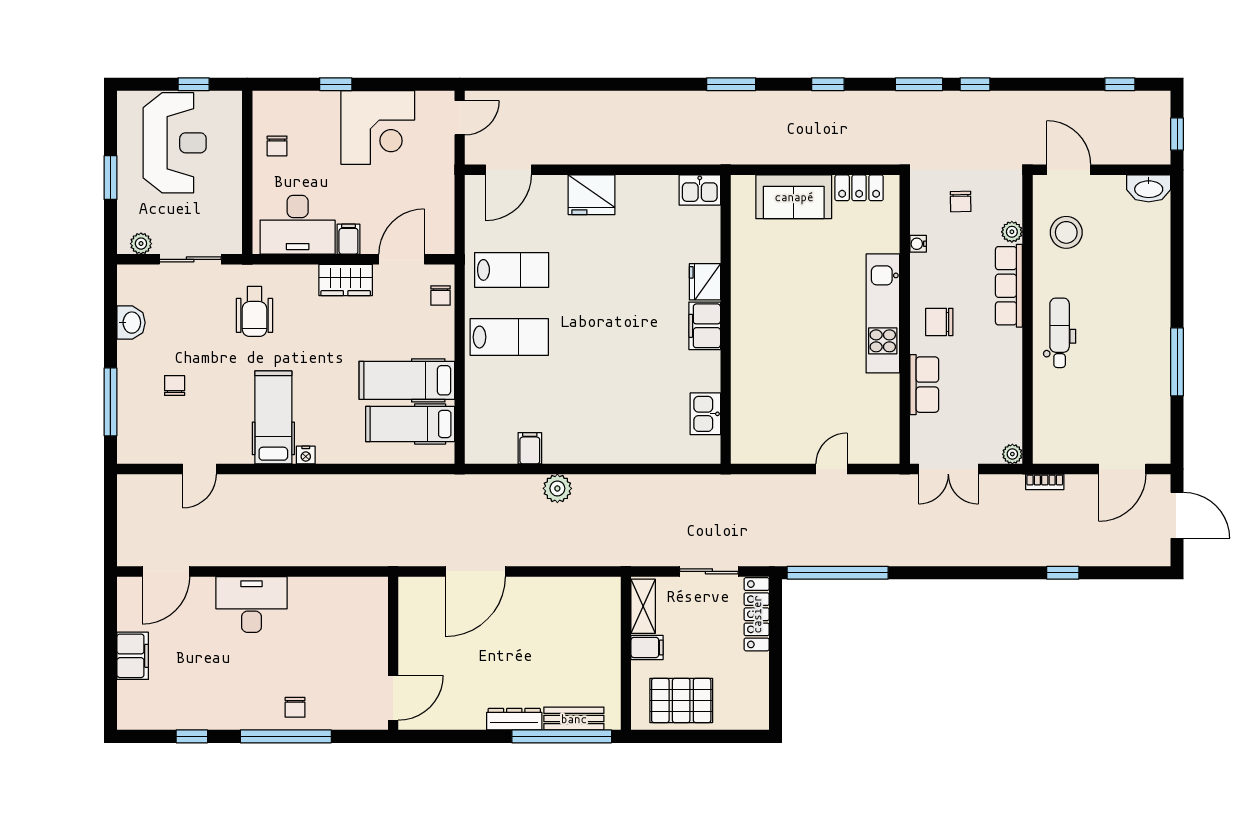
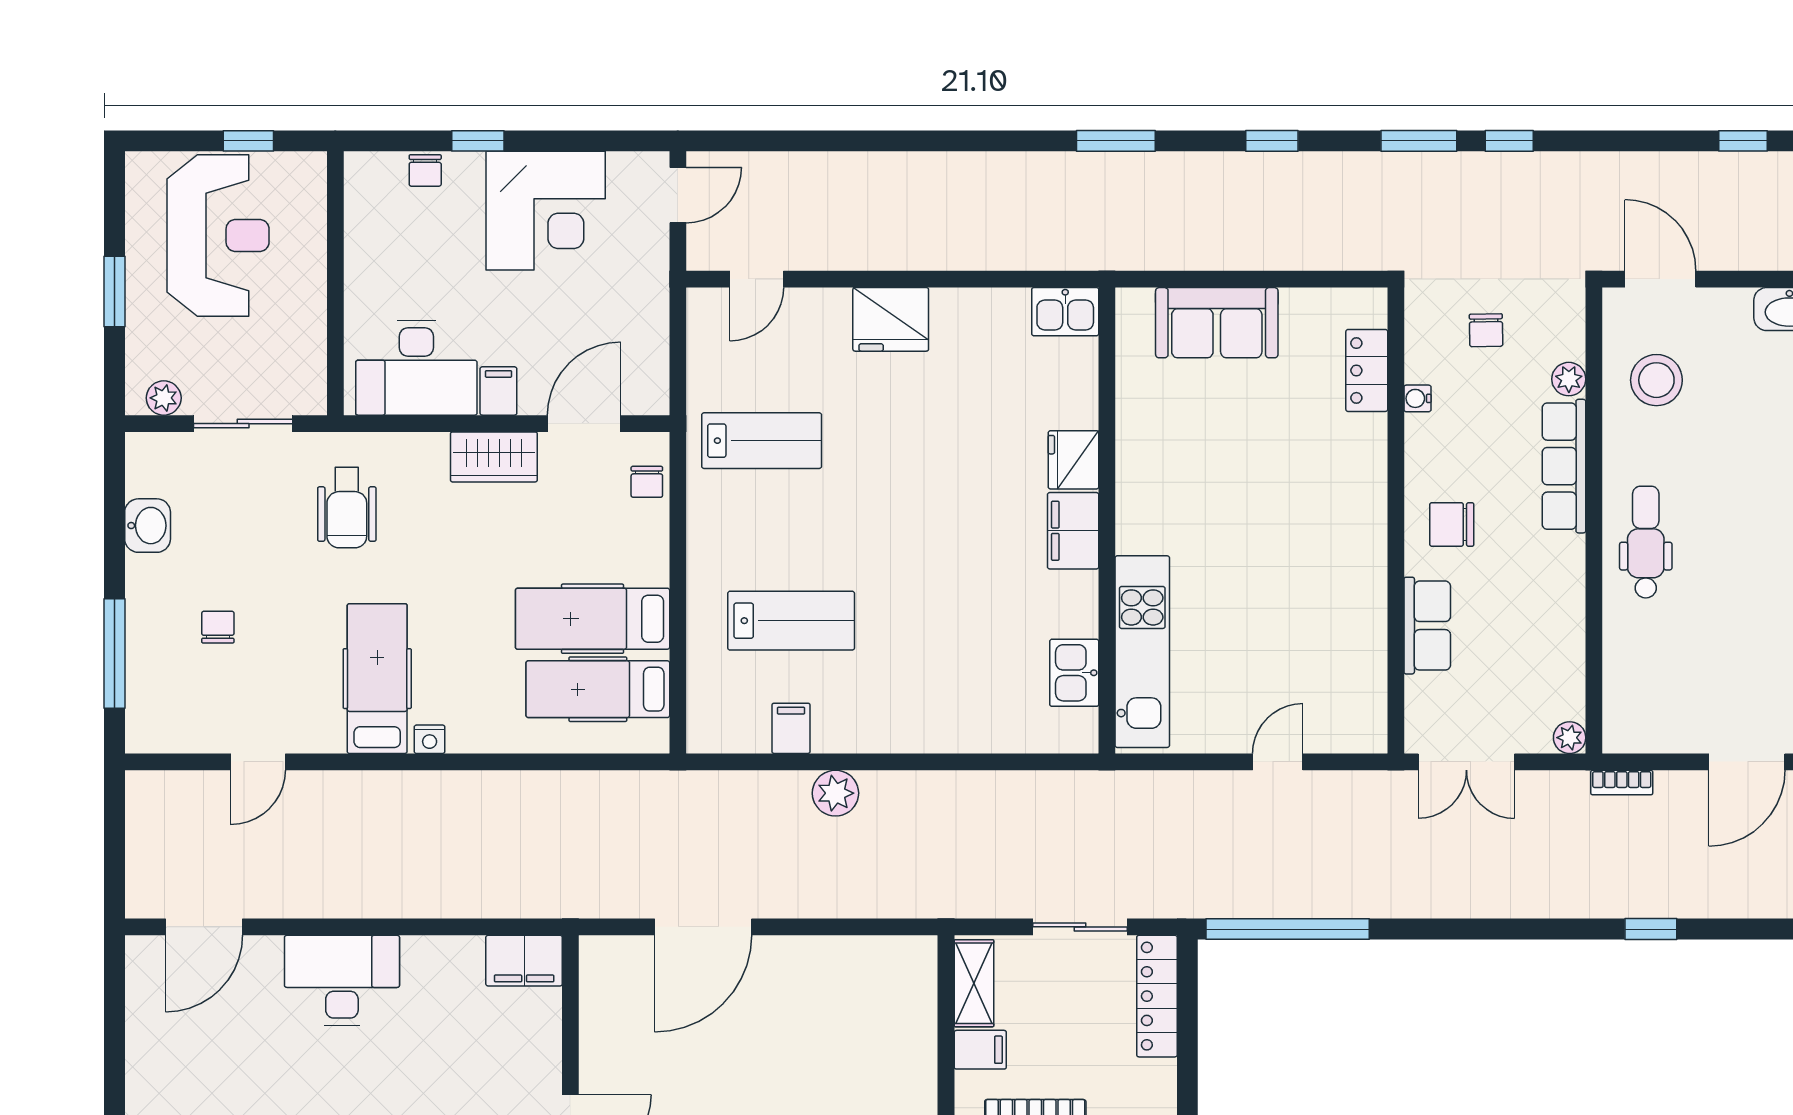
chair: (277, 146) -> (425, 170), moved
door: (509, 170) -> (757, 279), width x0.73
locker: (859, 188) -> (1367, 370), moved, turned 90
kitchen unit: (883, 313) -> (1142, 652), moved, turned 180
lab bench: (509, 337) -> (791, 621), moved
filing cabinet: (133, 656) -> (524, 961), moved, turned 90

